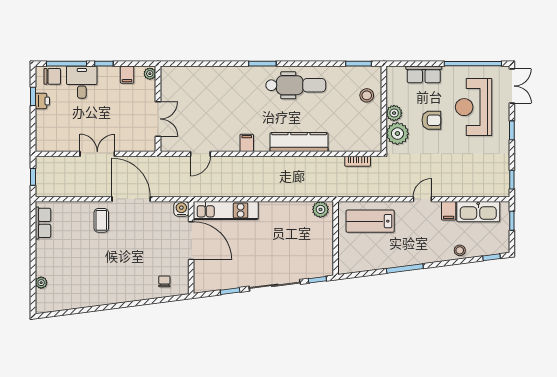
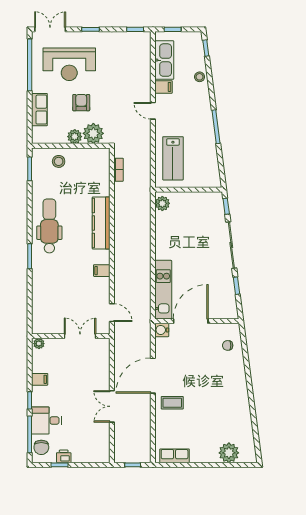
plant: (150, 74) -> (39, 344), moved
chair: (52, 76) -> (41, 447), turned 180
wall: (158, 109) -> (71, 336), moved
double door: (158, 119) -> (80, 336), moved
plant: (41, 283) -> (229, 453), width x1.88, depth x1.88

